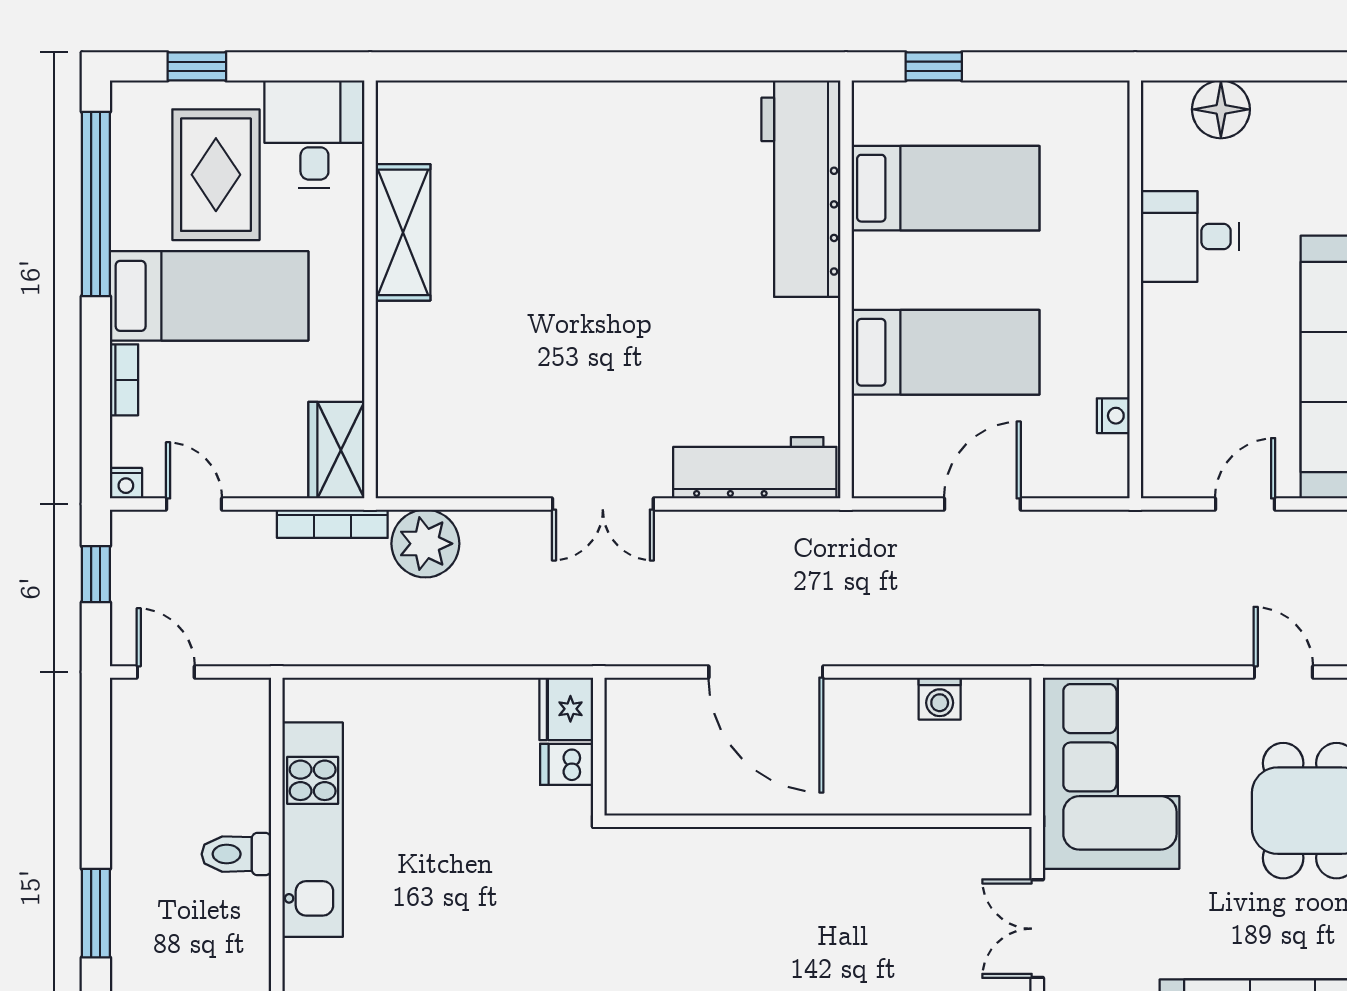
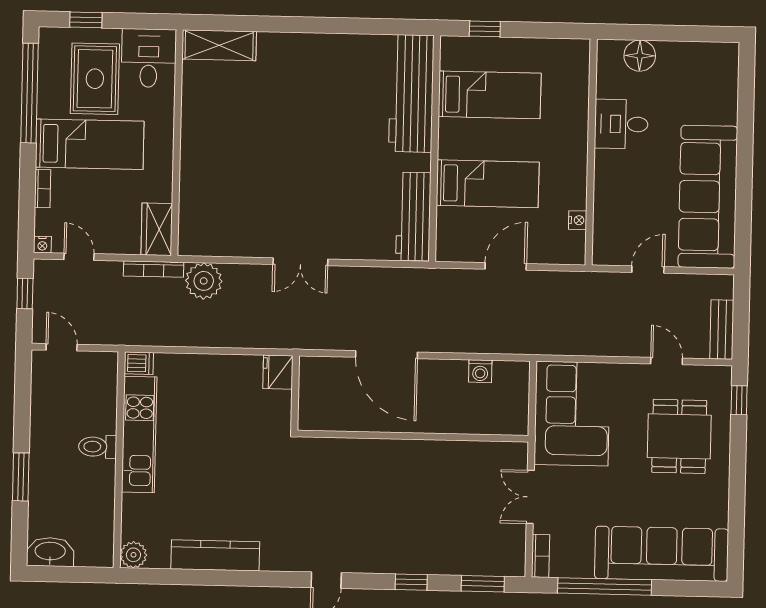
shelving: (403, 232) -> (219, 45), moved, turned 90
workbench: (755, 468) -> (413, 217), moved, turned -90
dishwasher: (567, 764) -> (139, 363), moved, turned 180

